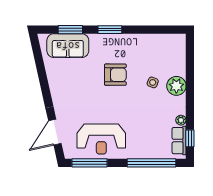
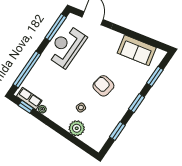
window: (151, 30) -> (117, 131), added
sofa: (68, 46) -> (137, 50), moved, turned -102
armchair: (115, 75) -> (103, 86), turned 100
plant: (176, 86) -> (77, 128), moved

